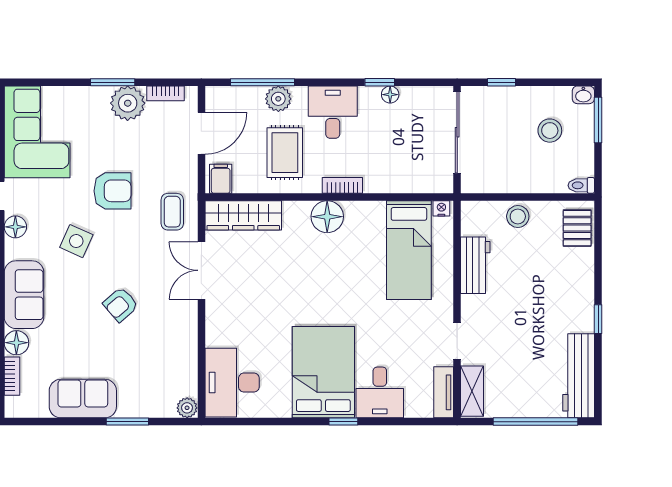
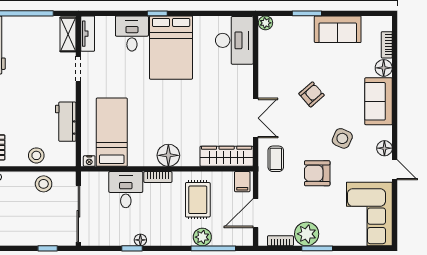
floor lamp: (390, 95) -> (140, 240), moved
desk: (333, 112) -> (126, 190), moved, turned 180
stool: (550, 131) -> (44, 184), moved

